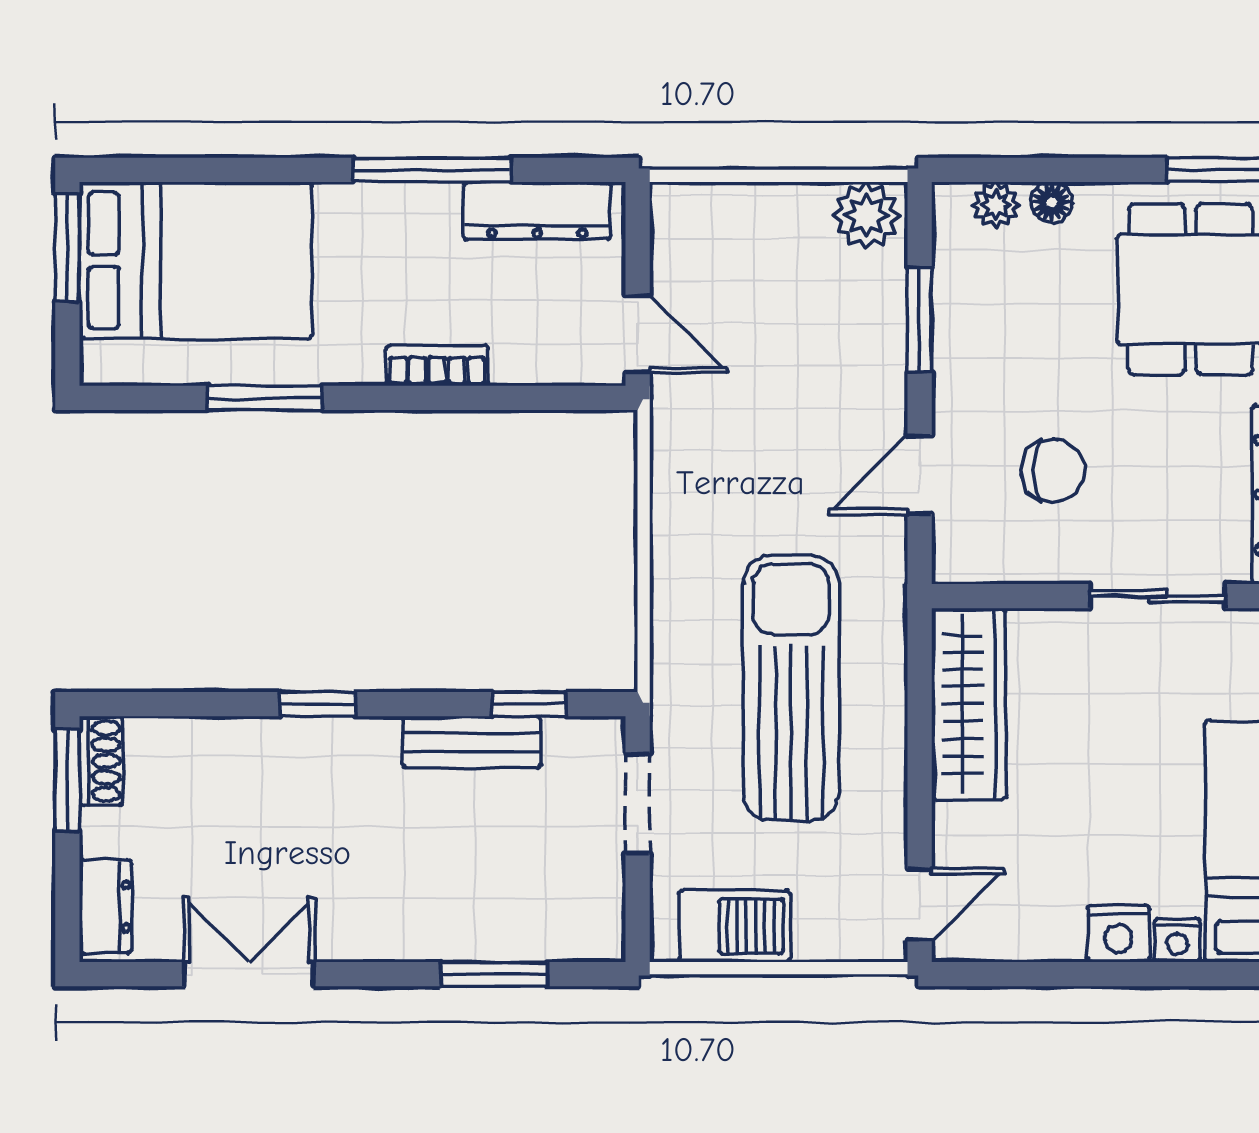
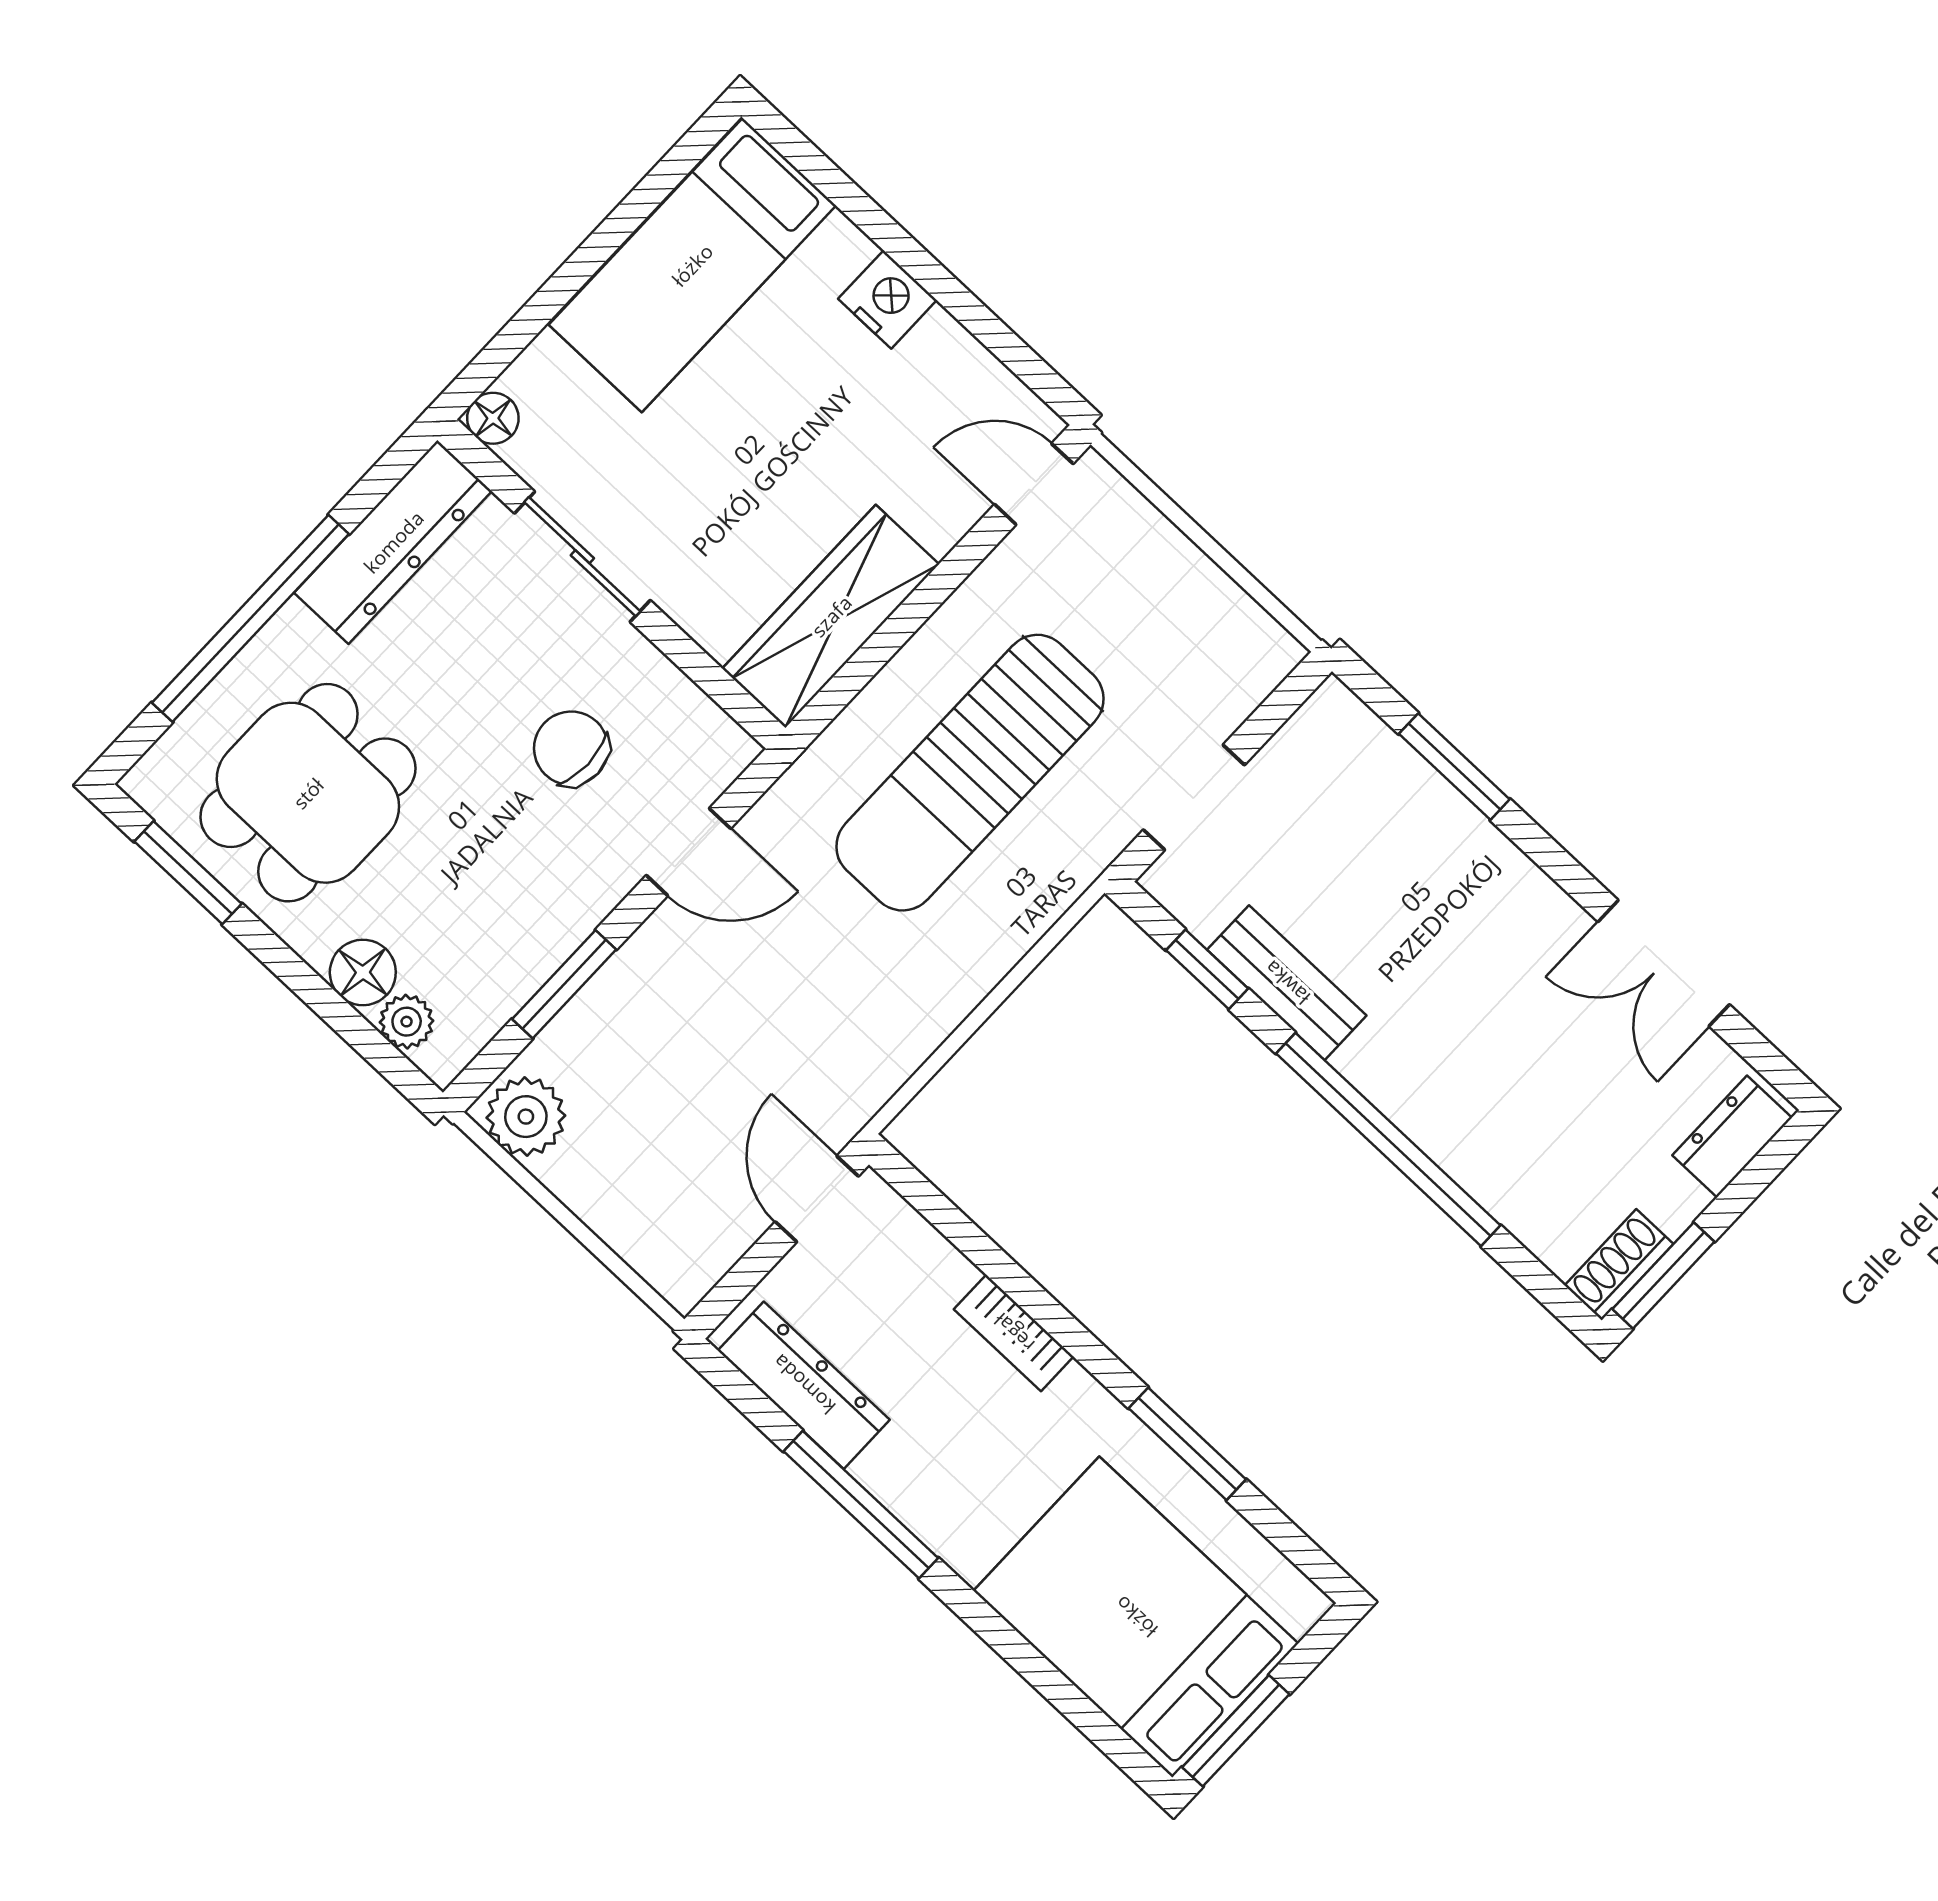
floor lamp: (1052, 202) -> (363, 972), width x1.37, depth x1.37
window: (317, 704) -> (1388, 1139), width x3.17
barbecue: (735, 926) -> (1210, 614), removed
nightstand: (1177, 940) -> (842, 246), removed

